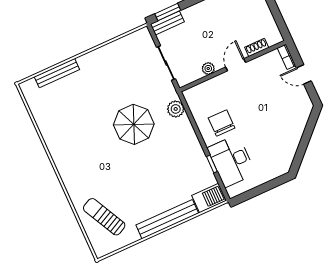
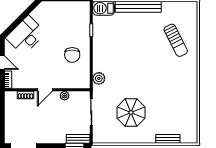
bench: (57, 73) -> (168, 139), width x0.73
parasol: (134, 124) -> (131, 113), moved
desk: (231, 161) -> (26, 35), moved, turned -135
sun lounger: (104, 217) -> (176, 40), moved

